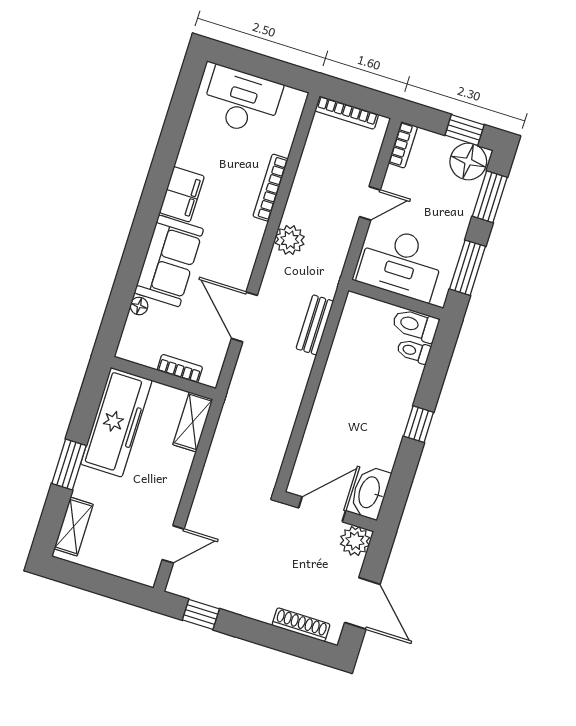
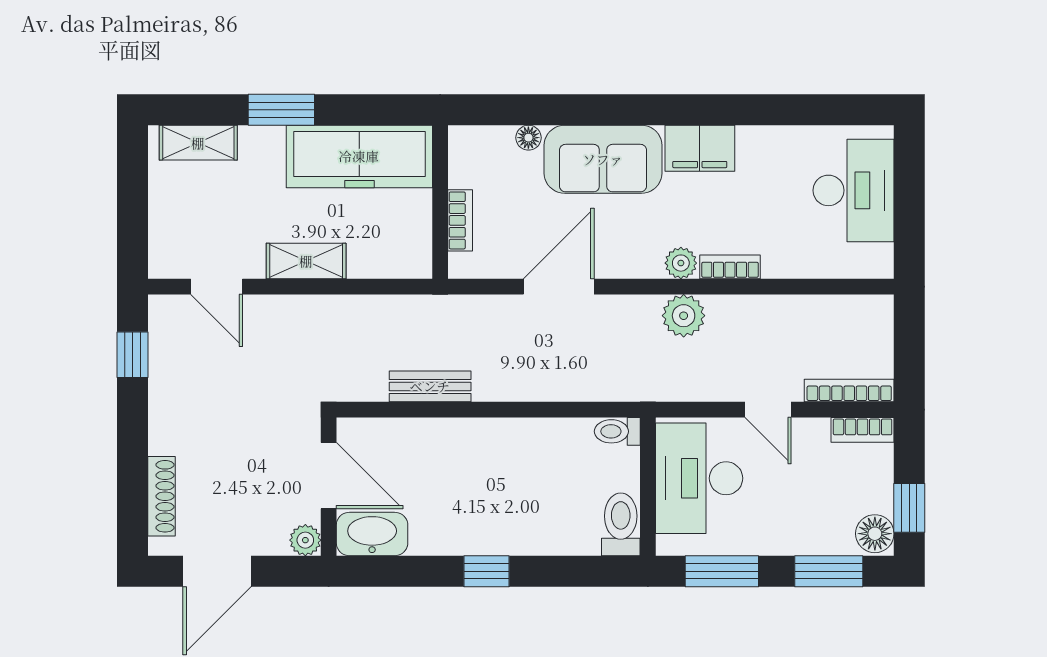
bookcase: (347, 113) -> (849, 391), moved, turned 90
floor lamp: (468, 161) -> (875, 534), width x0.73, depth x0.73
bookcase: (270, 188) -> (730, 267), width x0.64
plant: (254, 231) -> (681, 263), added
bench: (315, 325) -> (430, 386), moved
toilet: (414, 351) -> (617, 431), moved, turned -90
shelving: (193, 422) -> (306, 261), moved
plant: (355, 541) -> (305, 540), width x0.73, depth x0.73

